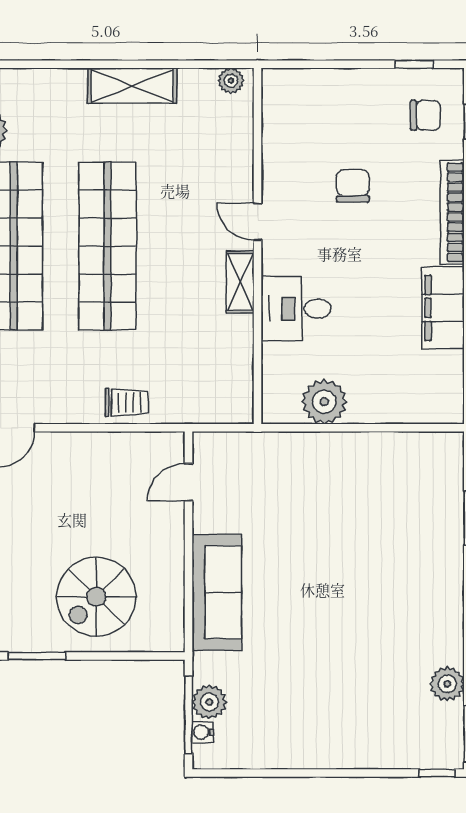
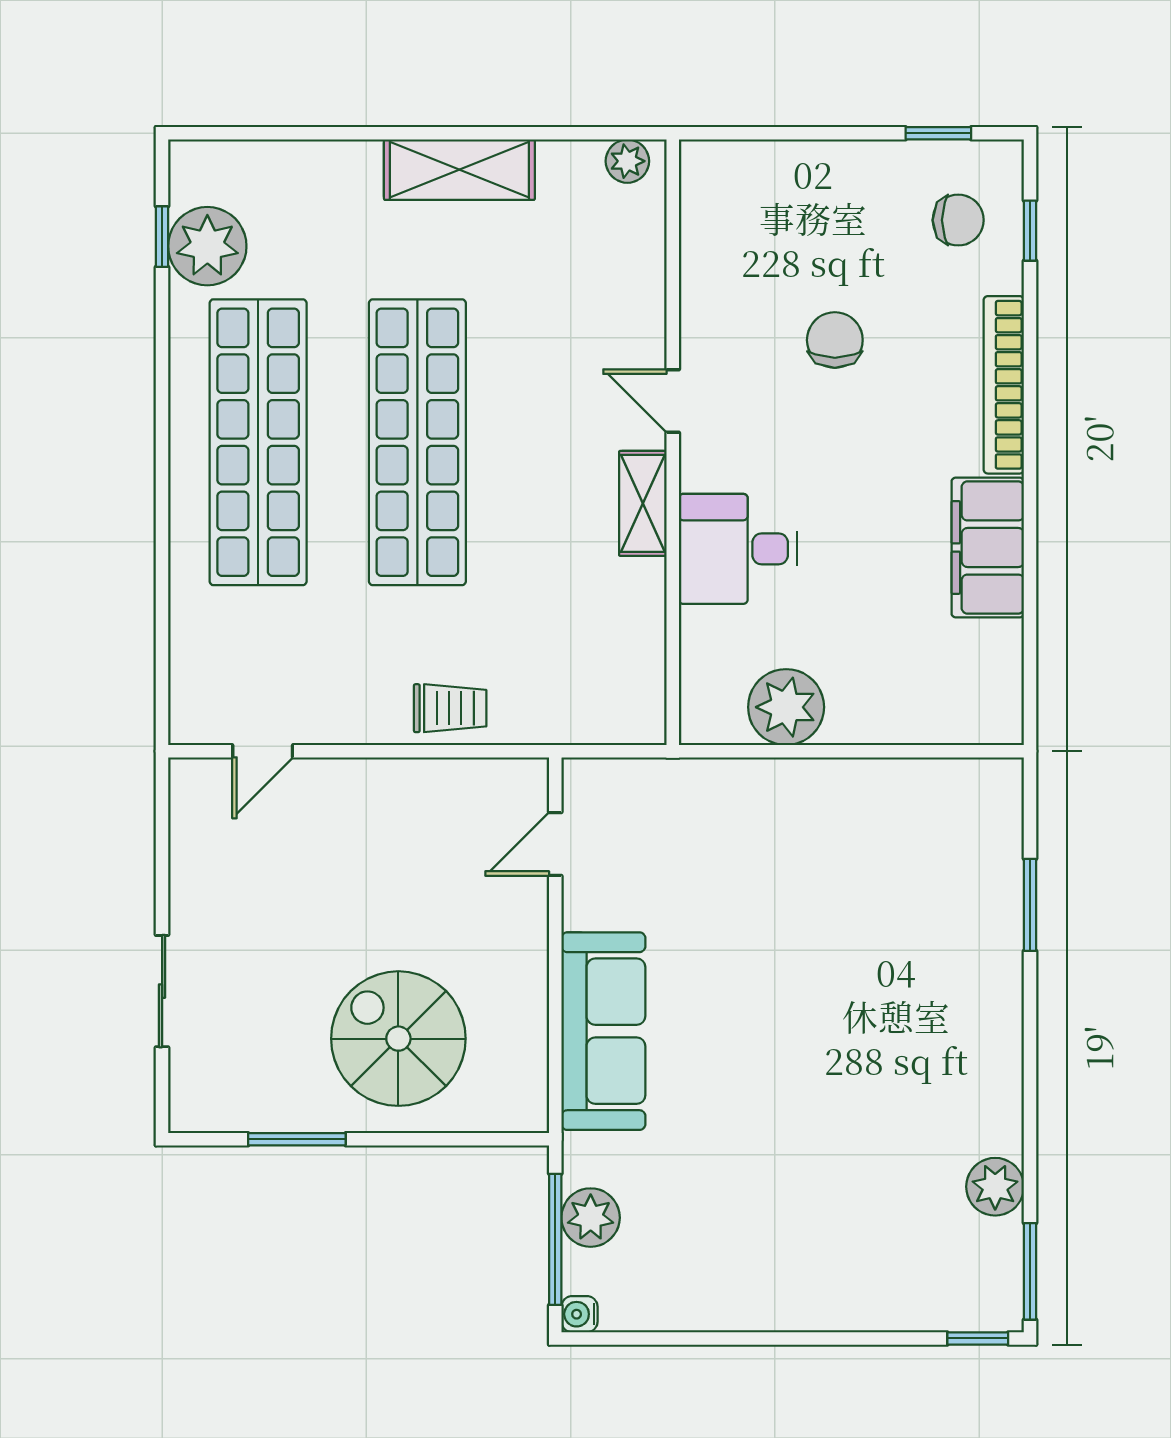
spiral stairs: (96, 597) -> (398, 1039), turned 90
water cooler: (203, 732) -> (579, 1314), moved

